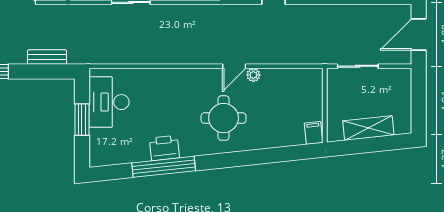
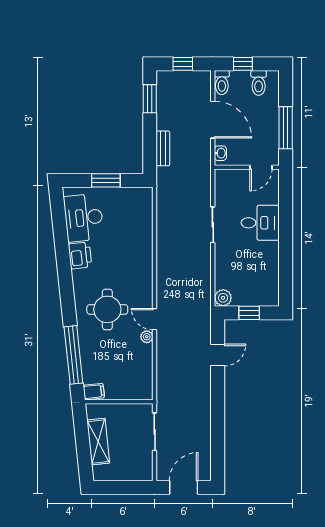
door: (419, 34) -> (184, 487), hinge flipped
desk: (109, 102) -> (84, 218), moved, turned -96
window: (164, 167) -> (73, 355), moved

